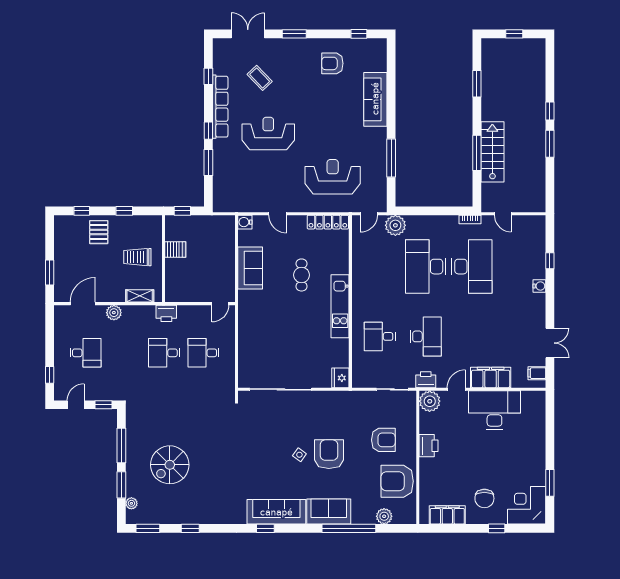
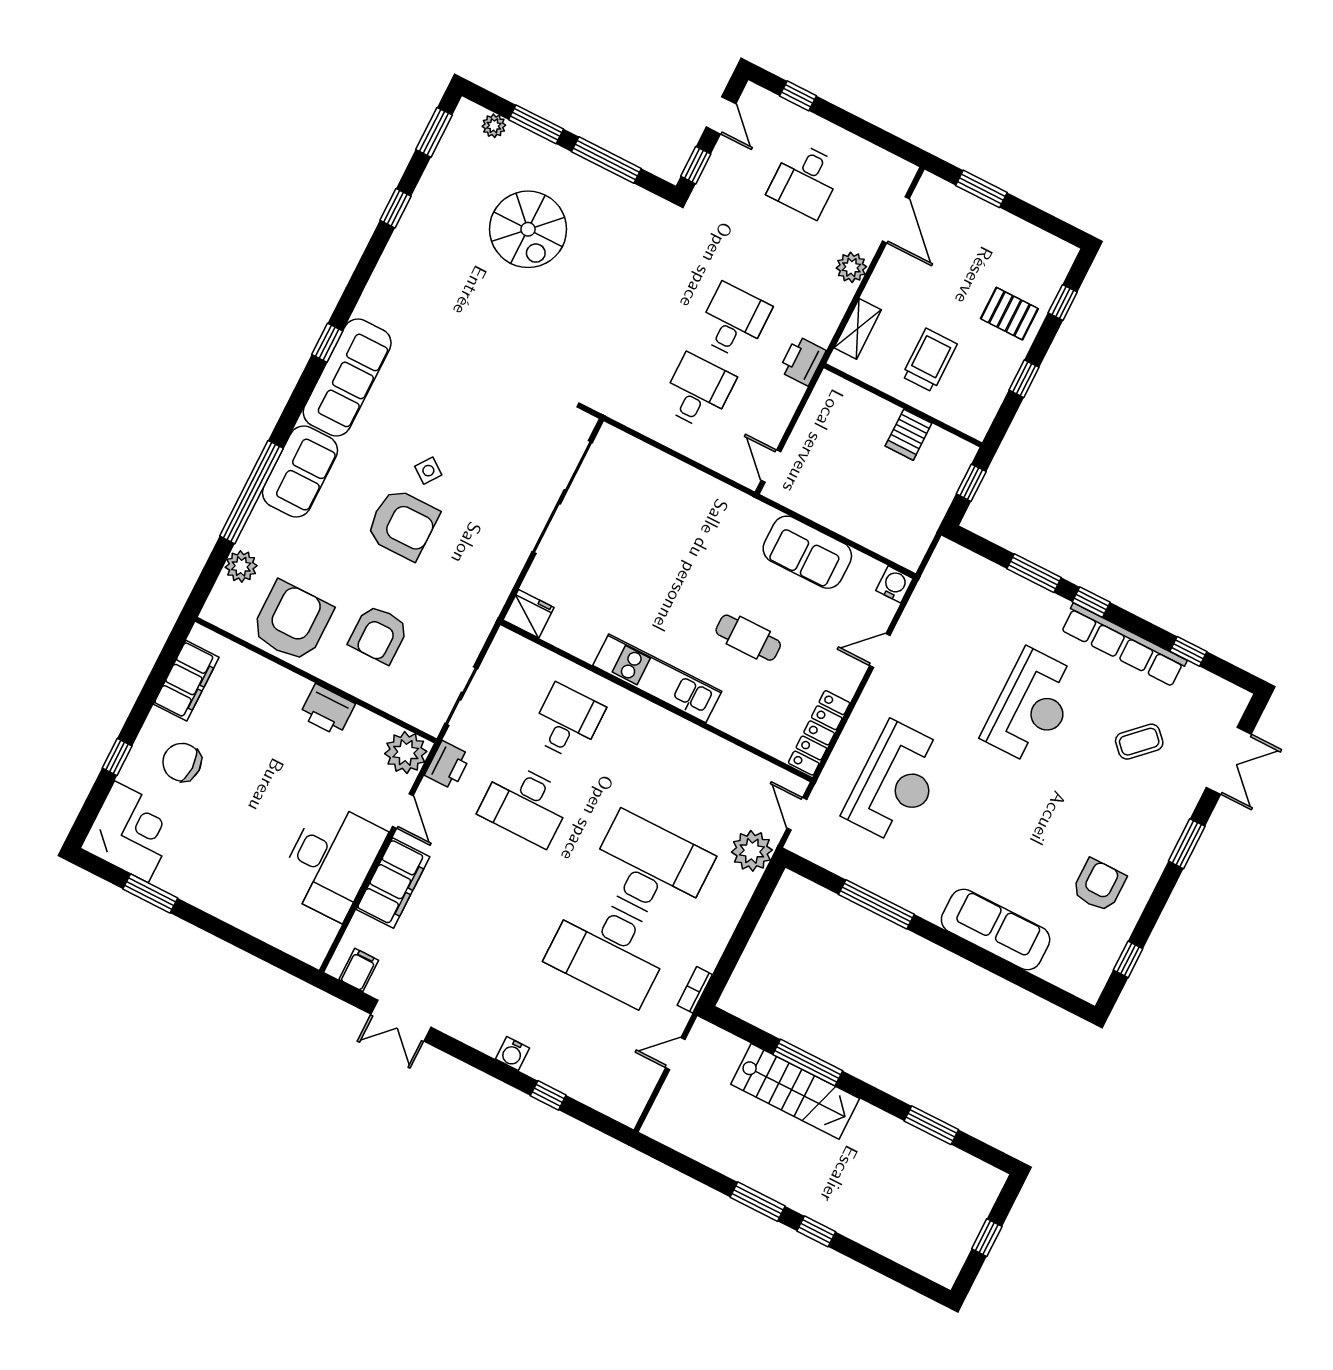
spiral stairs: (170, 465) -> (528, 229), turned 180

